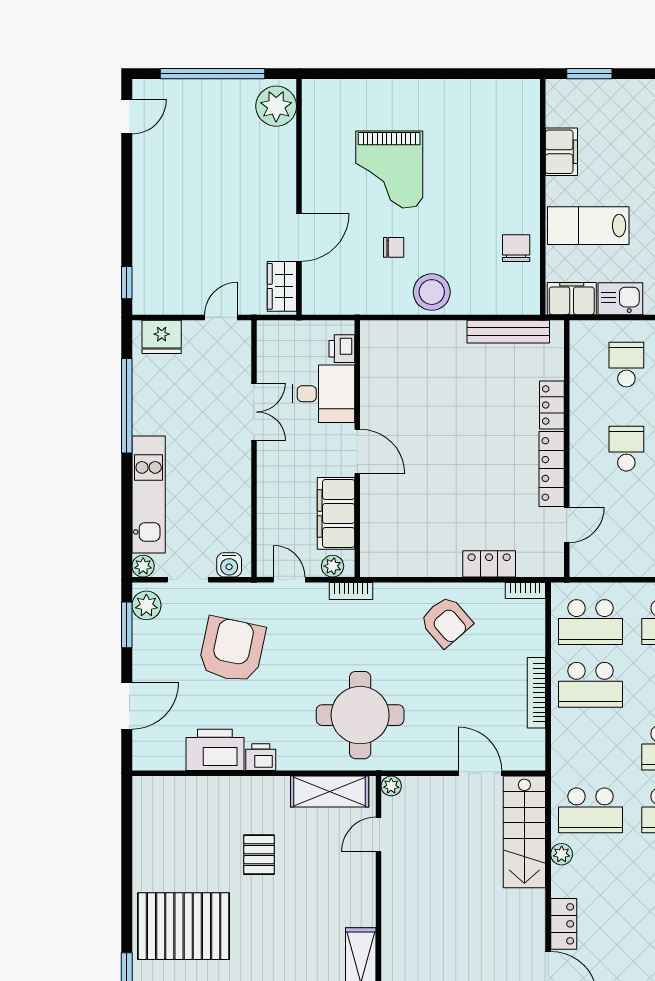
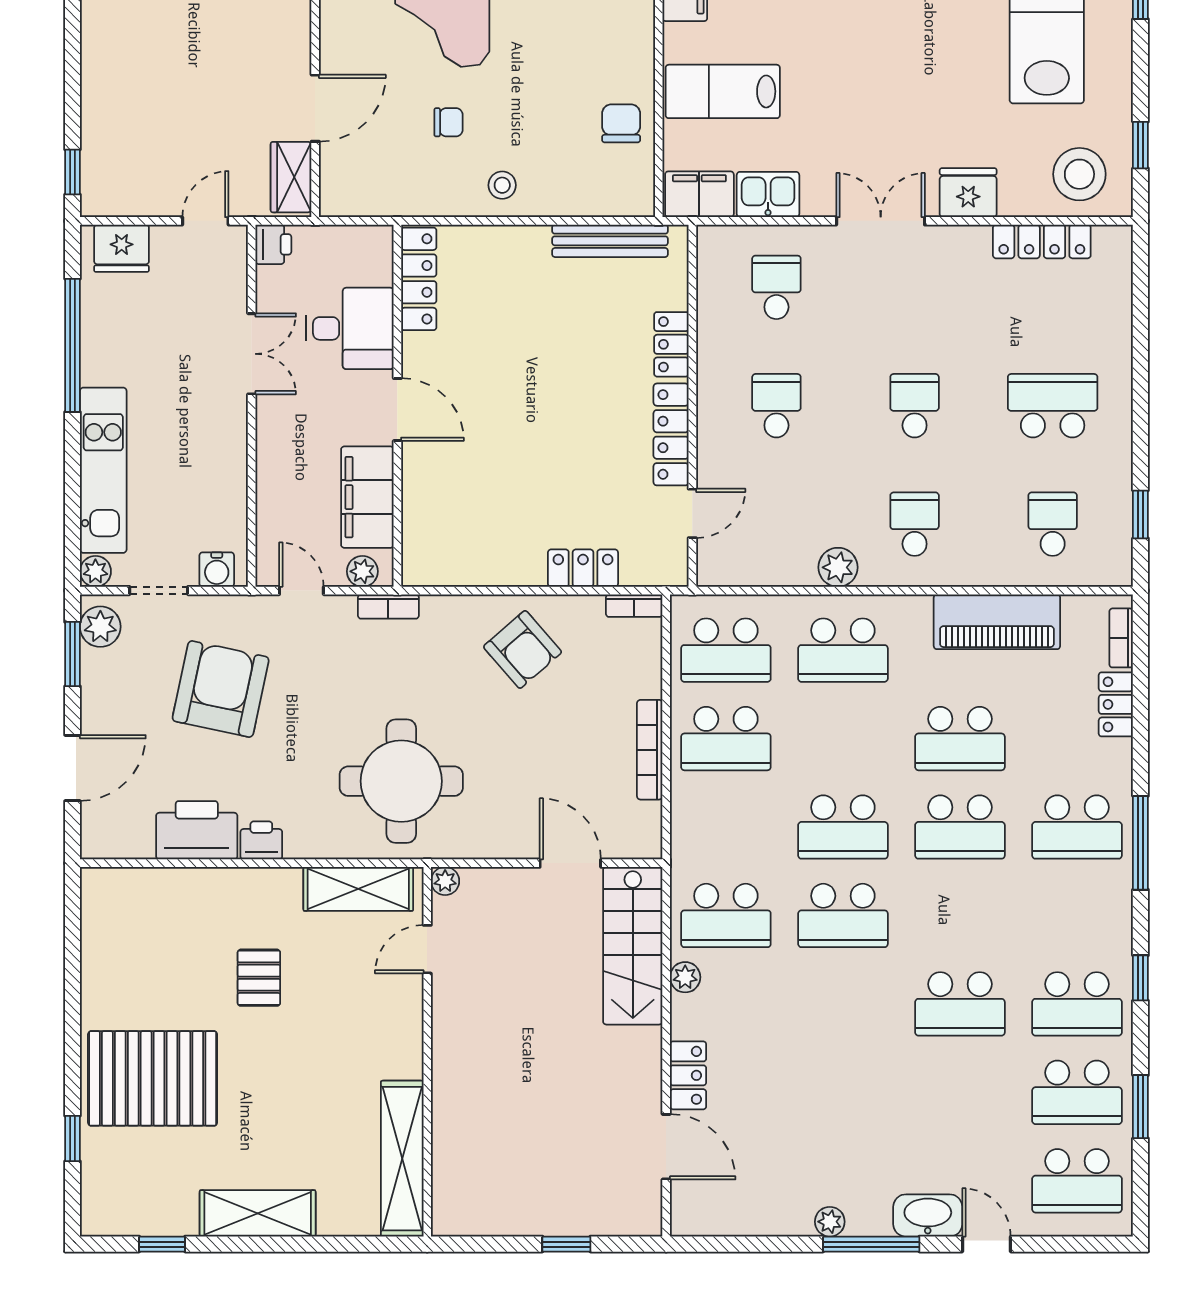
stool: (432, 292) -> (502, 185), width x0.53, depth x0.53
printer: (342, 349) -> (273, 244), moved, turned 180
locker: (373, 359) -> (419, 279), added

